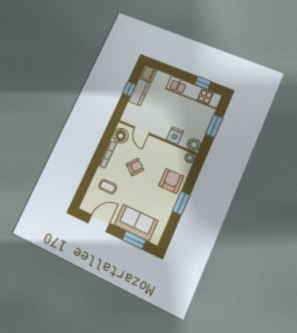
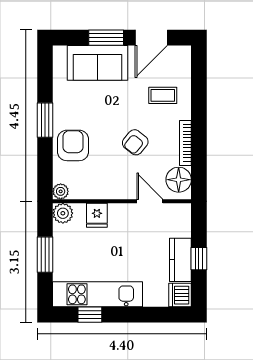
armchair: (171, 181) -> (73, 145), turned 180
window: (134, 240) -> (106, 38), moved

